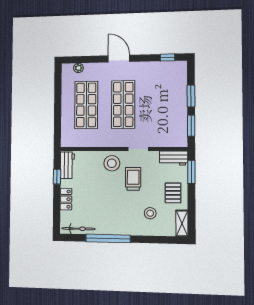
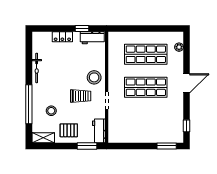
window: (191, 96) -> (167, 146), moved
window: (191, 126) -> (127, 146), removed
bicycle: (78, 229) -> (37, 68), moved
window: (108, 238) -> (29, 104), moved

